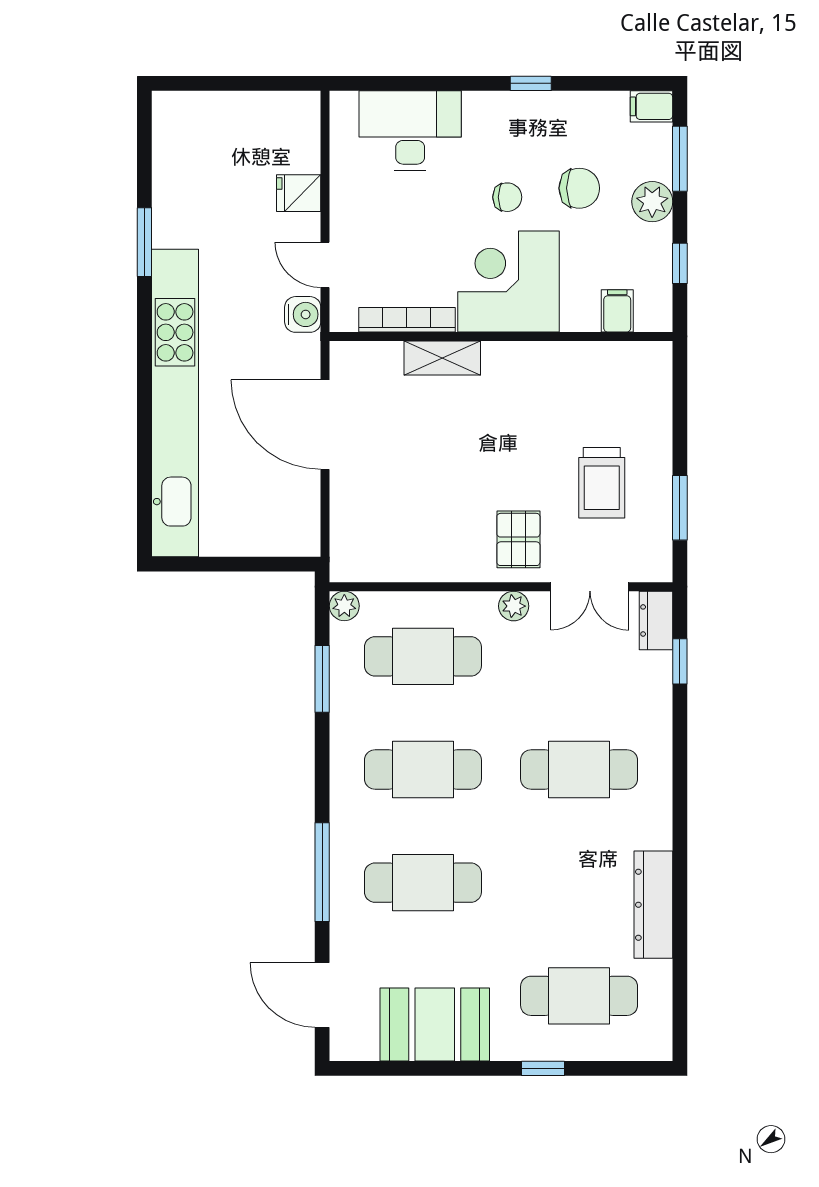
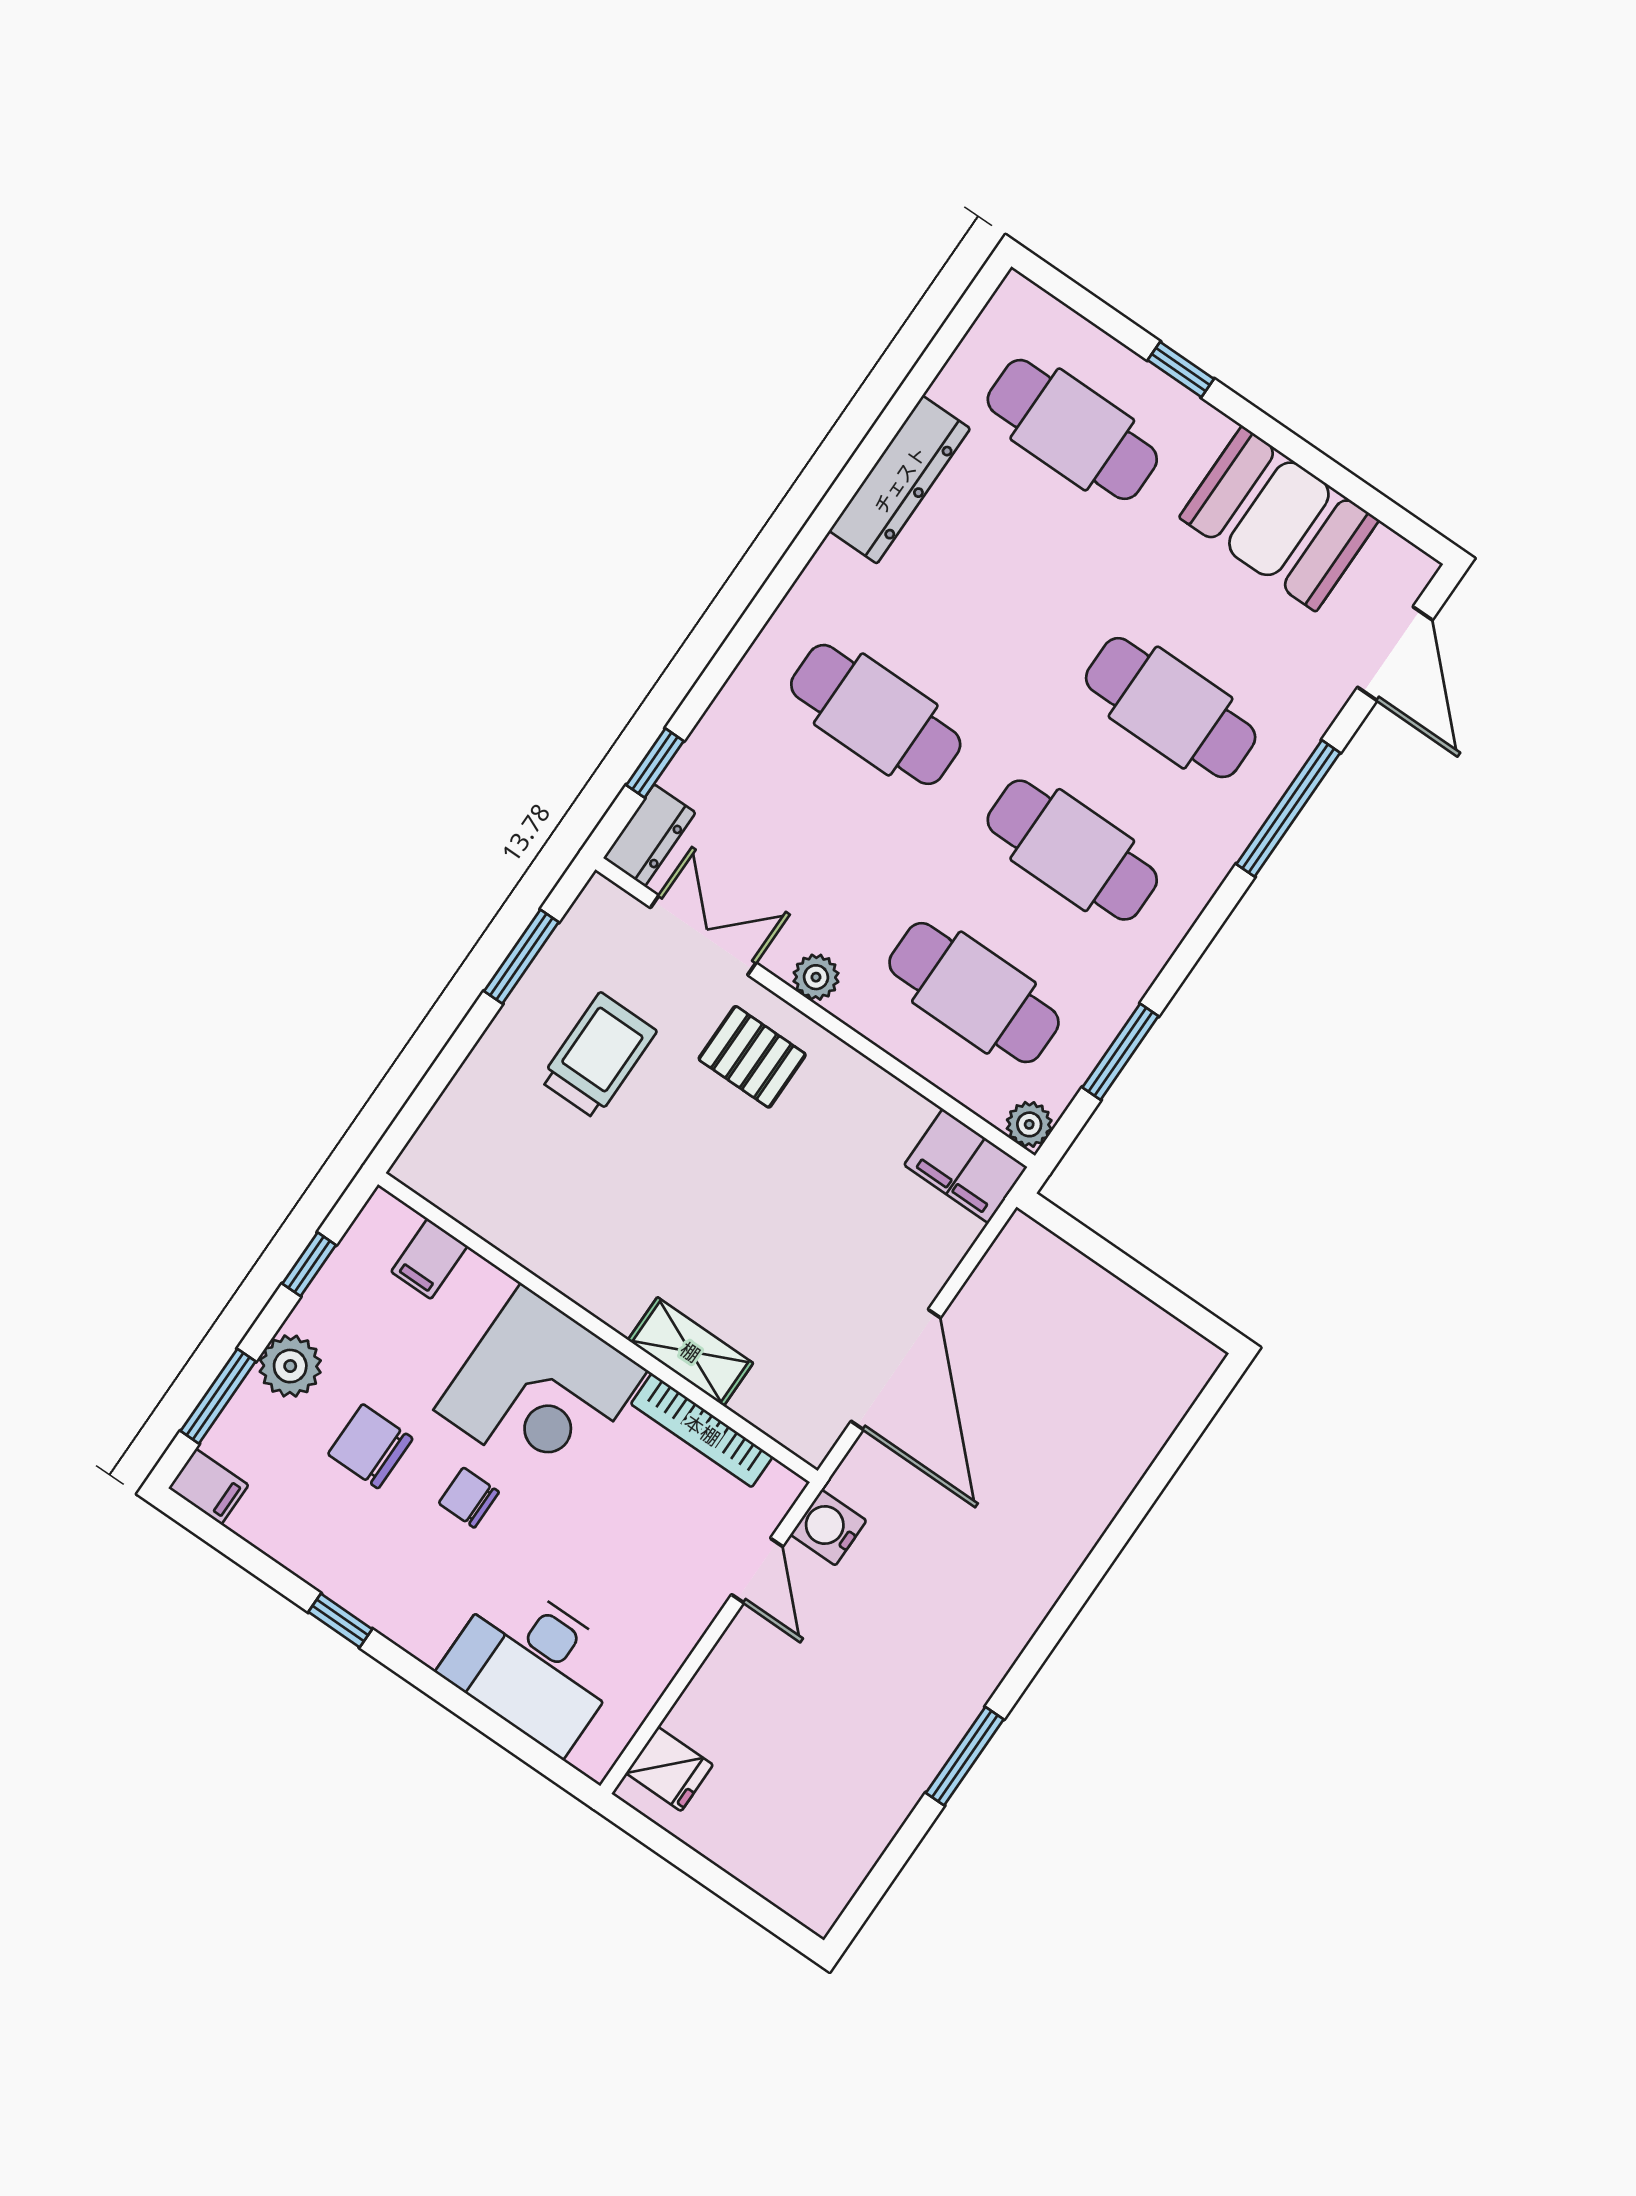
fridge: (299, 193) -> (669, 1769), moved
kitchen unit: (175, 403) -> (1066, 1527), removed
pallet: (518, 539) -> (752, 1057), turned 90
filing cabinet: (363, 560) -> (966, 1166), added

